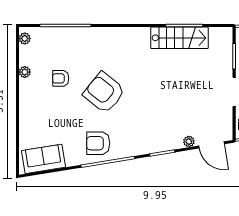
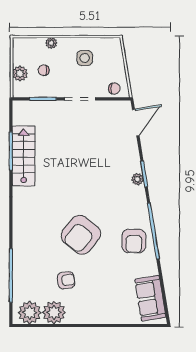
plant: (25, 38) -> (30, 313), width x1.88, depth x1.88
plant: (25, 72) -> (54, 312), width x1.88, depth x1.88
armchair: (61, 78) -> (66, 280), turned -97
plant: (189, 141) -> (137, 179), moved

